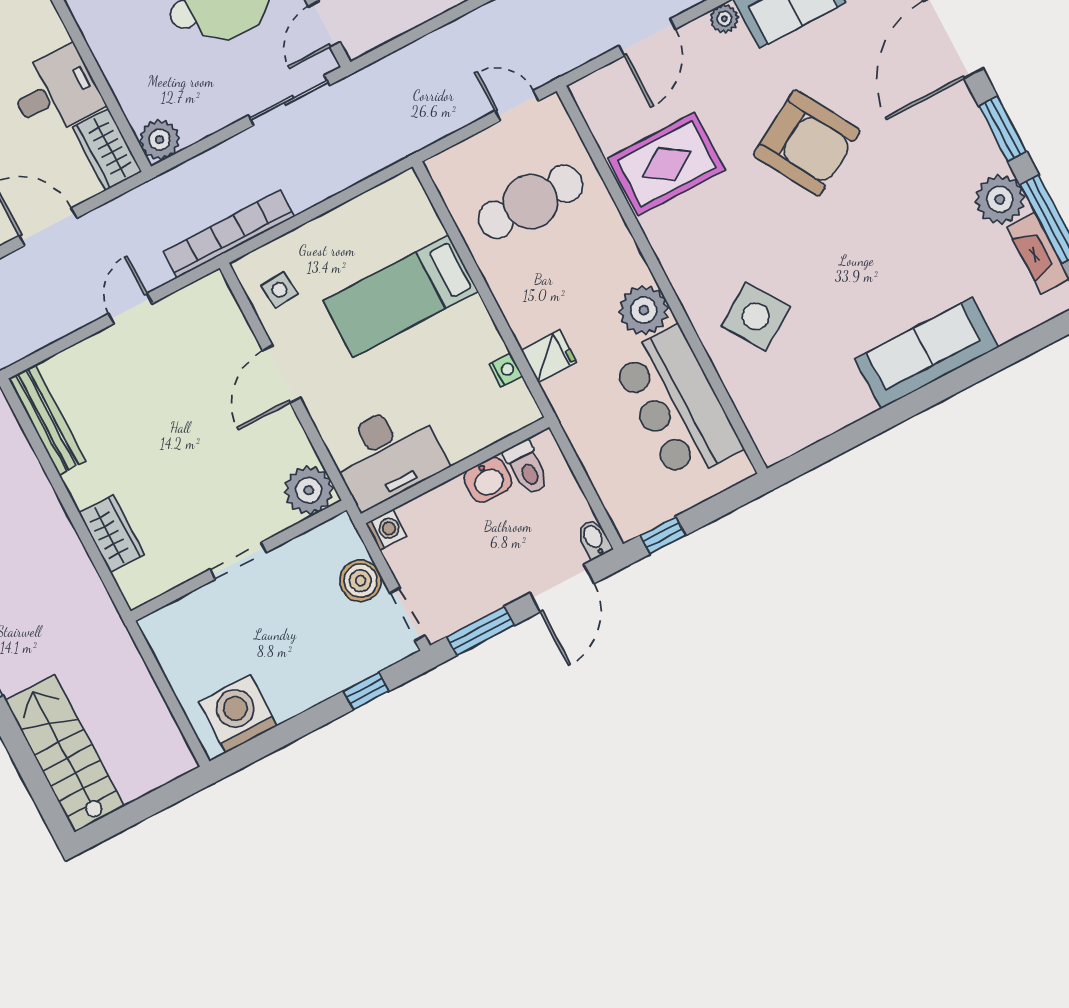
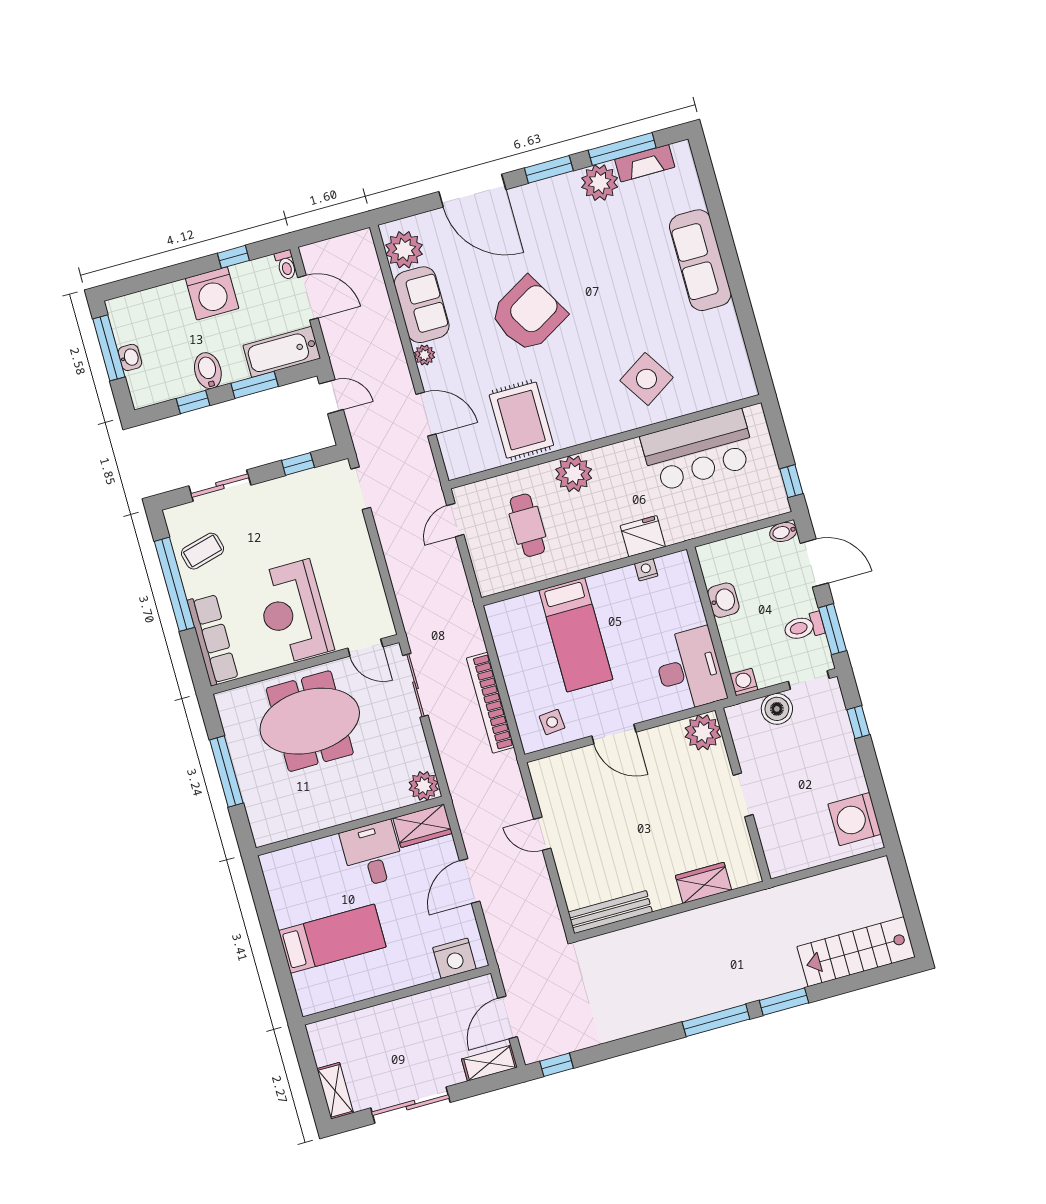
cafe table: (530, 202) -> (527, 525), width x0.73, depth x0.74
bookcase: (229, 234) -> (490, 703), moved
plant: (644, 310) -> (574, 474), moved
fridge: (549, 356) -> (643, 536), width x1.38
toilet: (527, 468) -> (804, 627), moved, turned 180

